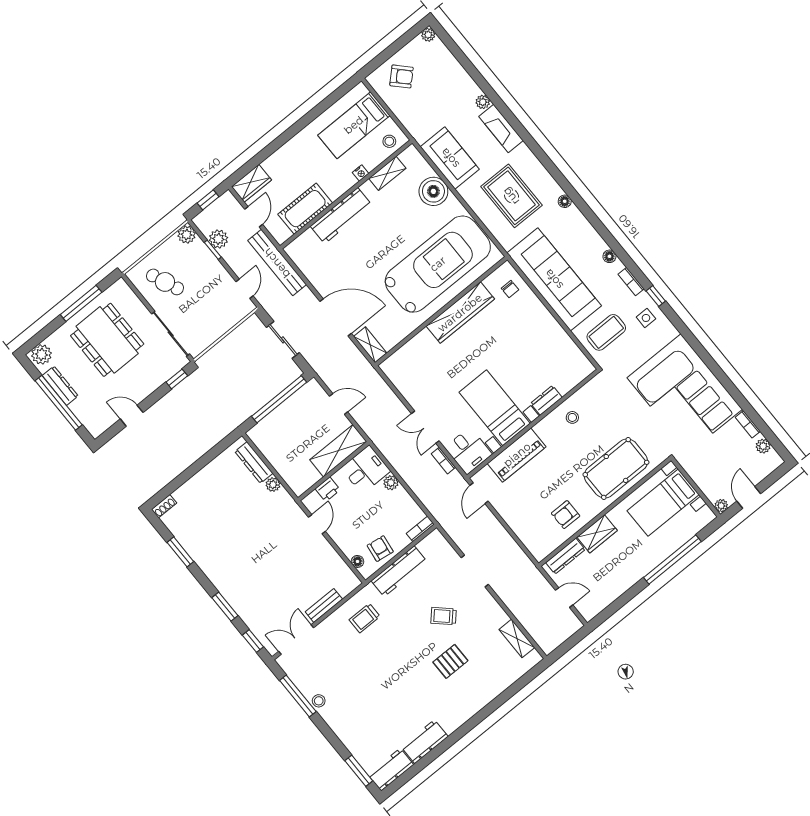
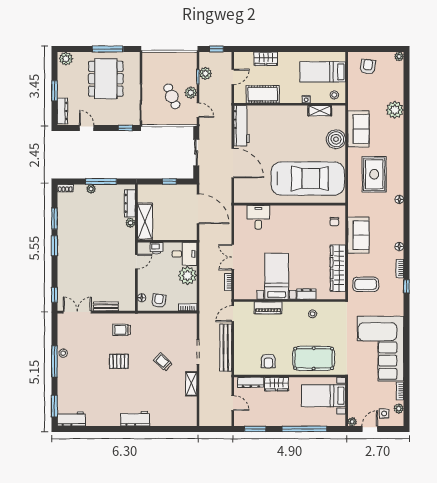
armchair: (401, 76) -> (368, 67), turned -129
plant: (483, 102) -> (395, 110), width x1.88, depth x1.88
fireplace: (501, 128) -> (397, 135), removed
wardrobe: (251, 183) -> (266, 59), moved
workbench: (341, 216) -> (242, 126), moved, turned -90
plant: (187, 235) -> (191, 93), moved
bench: (277, 263) -> (226, 348), moved
sofa: (554, 279) -> (358, 235), width x0.54, depth x0.79
cafe table: (165, 282) -> (172, 96), moved
door: (245, 289) -> (198, 110), hinge flipped
wardrobe: (460, 313) -> (338, 268), moved, turned 90
side table: (646, 318) -> (384, 413), moved
shelving: (370, 345) -> (239, 192), removed
dresser: (60, 386) -> (62, 111), moved
window: (279, 399) -> (169, 181), width x0.32
window: (59, 403) -> (54, 91), width x0.47
door: (339, 404) -> (198, 209), width x1.87
shelving: (338, 451) -> (145, 222), moved, turned 90
desk: (468, 451) -> (258, 217), moved, turned 180
piano: (517, 455) -> (268, 308), width x0.73, depth x0.75
window: (199, 464) -> (101, 181), added
plant: (195, 482) -> (91, 189), added
plant: (391, 483) -> (188, 276), width x1.88, depth x1.88
armchair: (566, 515) -> (268, 361), turned -90
workbench: (399, 571) -> (159, 320), removed
window: (615, 606) -> (255, 429), added
window: (225, 607) -> (54, 246), moved
shelving: (517, 638) -> (191, 384), moved
pallet: (450, 661) -> (119, 361), moved
window: (298, 696) -> (54, 361), moved
workbench: (425, 742) -> (135, 419), moved

